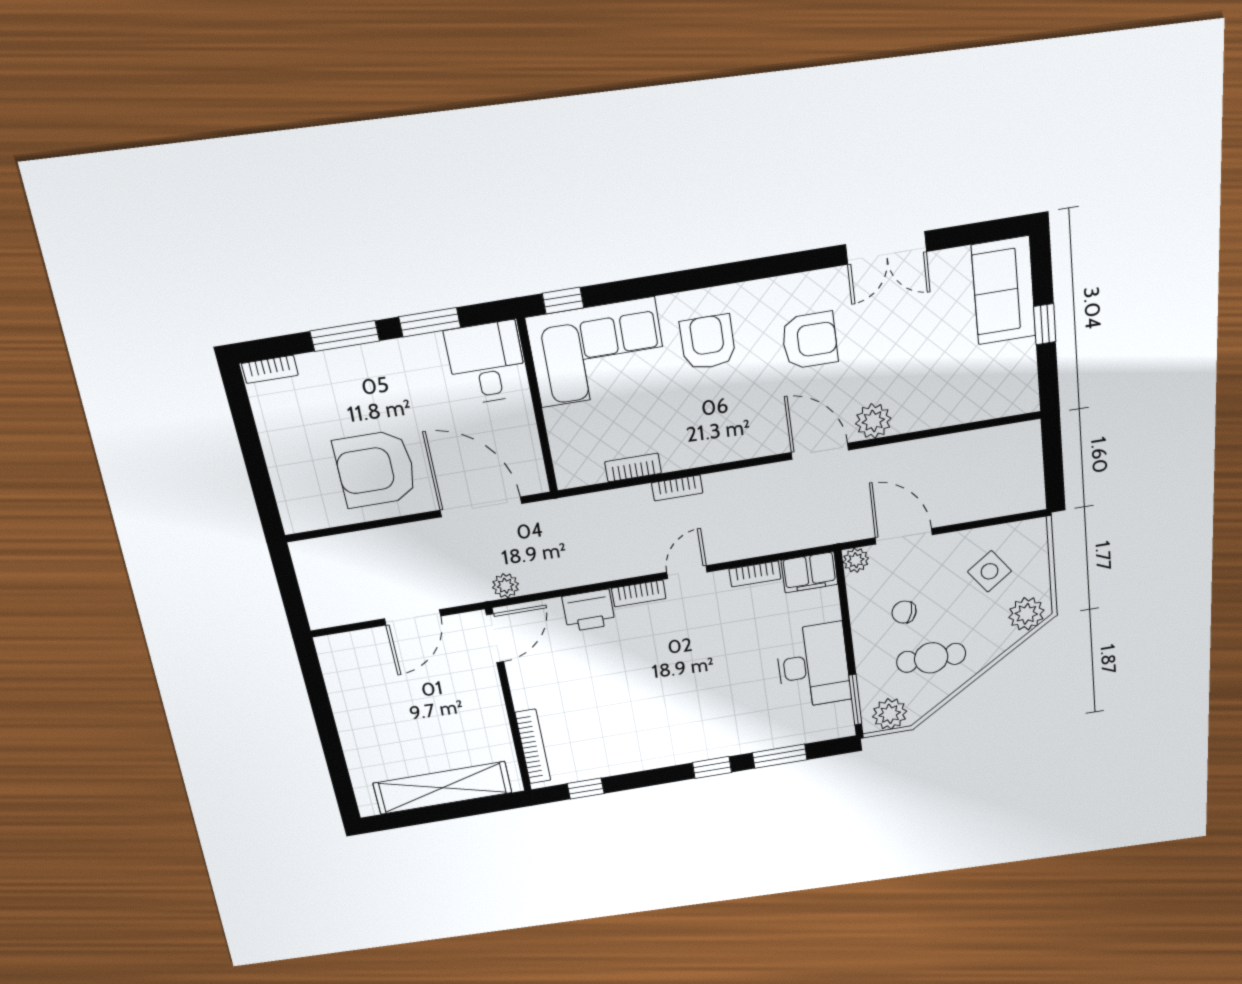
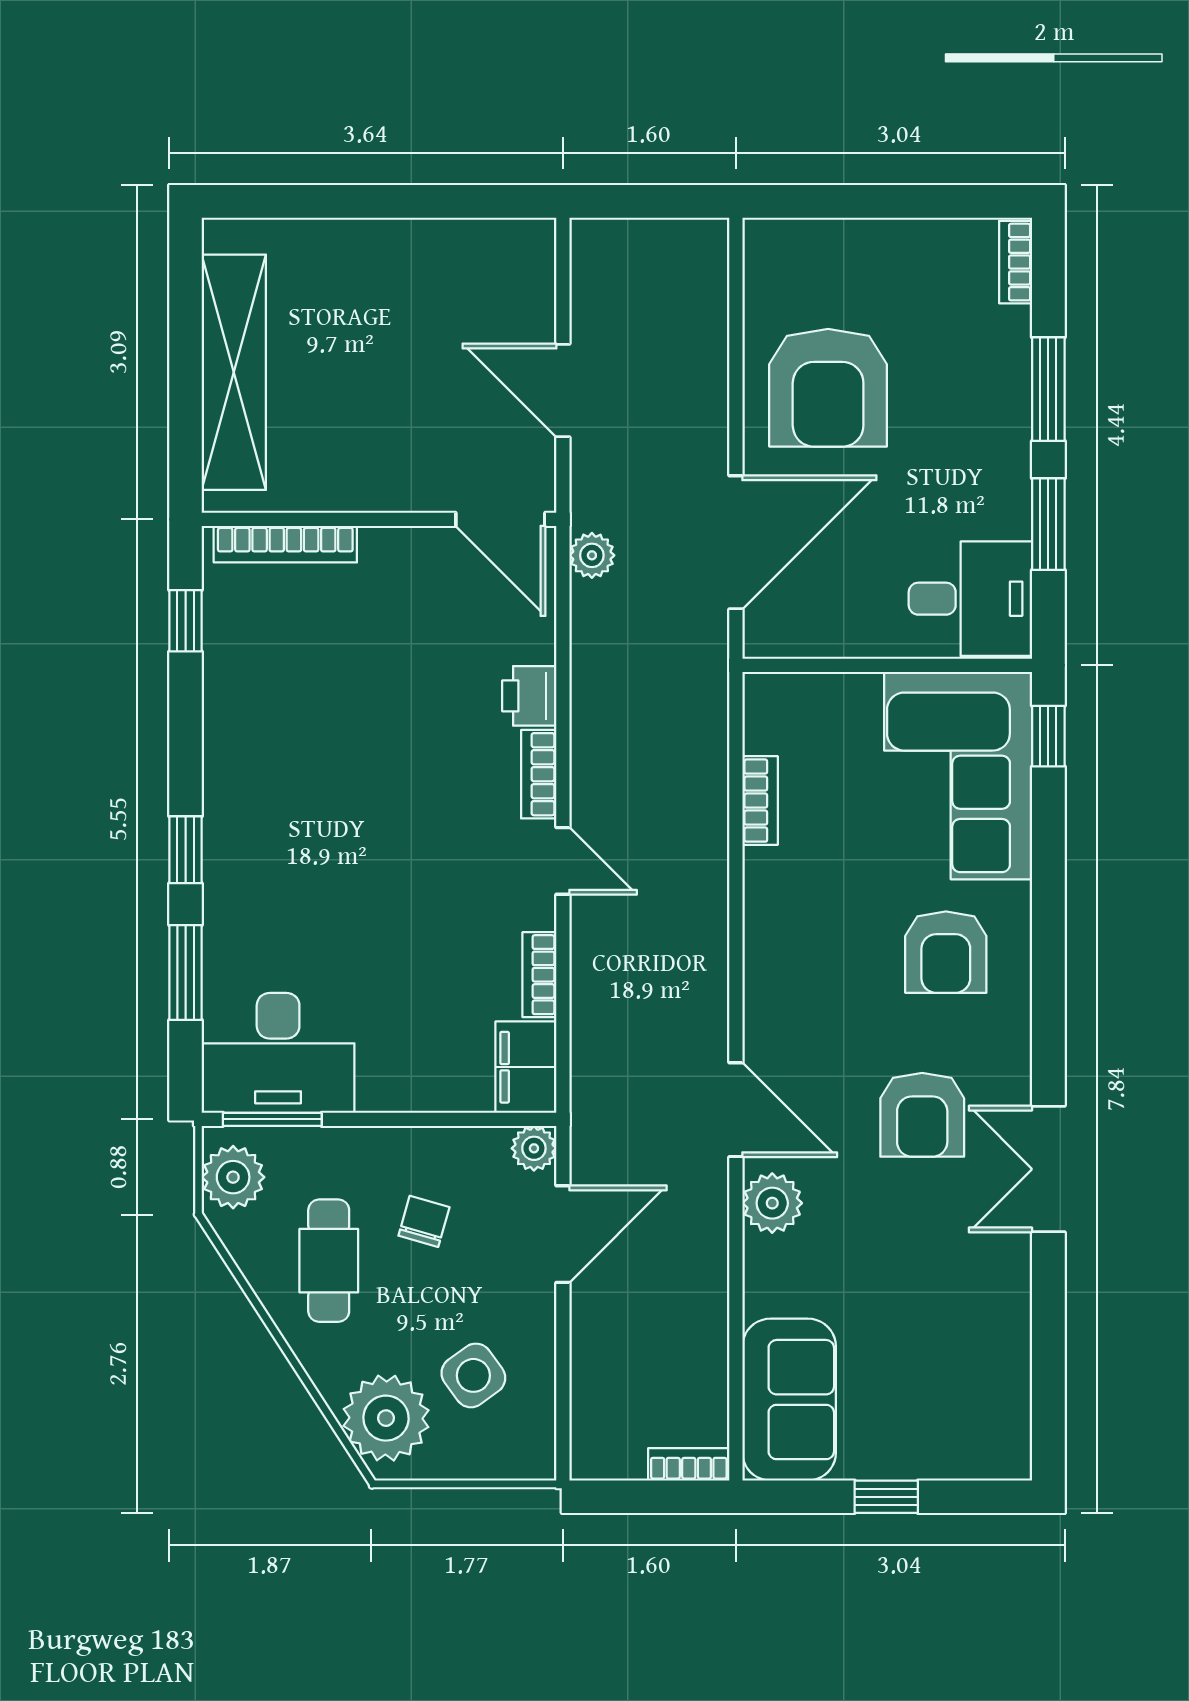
double door: (886, 248) -> (1048, 1169), moved
sofa: (1004, 291) -> (789, 1400), moved, turned 90
armchair: (708, 342) -> (946, 952), turned 90
door: (820, 451) -> (736, 1110), hinge flipped
armchair: (376, 469) -> (828, 388), turned 180
bookcase: (677, 488) -> (689, 1464), moved, turned 90
printer: (589, 611) -> (529, 696), width x0.73, depth x0.81
plant: (1026, 614) -> (386, 1418), width x1.36, depth x1.36
desk: (813, 666) -> (278, 1053), moved

